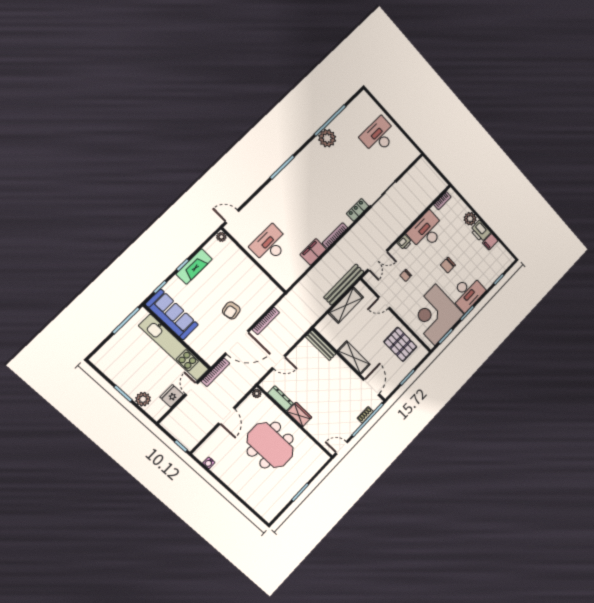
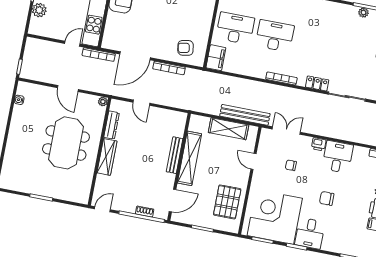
plant: (327, 138) -> (363, 13), width x0.53, depth x0.53
desk: (298, 217) -> (275, 36), added
desk: (426, 231) -> (338, 157), width x0.73
filing cabinet: (313, 252) -> (216, 58), moved, turned 90
double door: (378, 260) -> (286, 131), swing flipped
desk: (467, 293) -> (310, 233), width x0.73
armchair: (231, 310) -> (186, 48), moved
door: (237, 342) -> (135, 56), hinge flipped
bench: (321, 345) -> (175, 155), moved
shelving: (354, 358) -> (189, 158), width x1.47
fridge: (172, 396) -> (56, 31), removed
wardrobe: (299, 414) -> (107, 157), width x1.50
door: (227, 416) -> (68, 89), hinge flipped
door: (342, 448) -> (102, 209), hinge flipped

